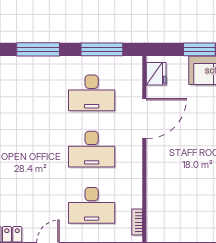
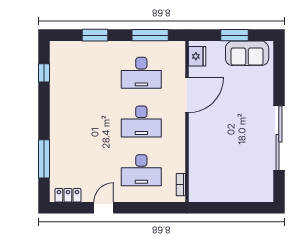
window: (38, 49) -> (95, 35), width x0.69

